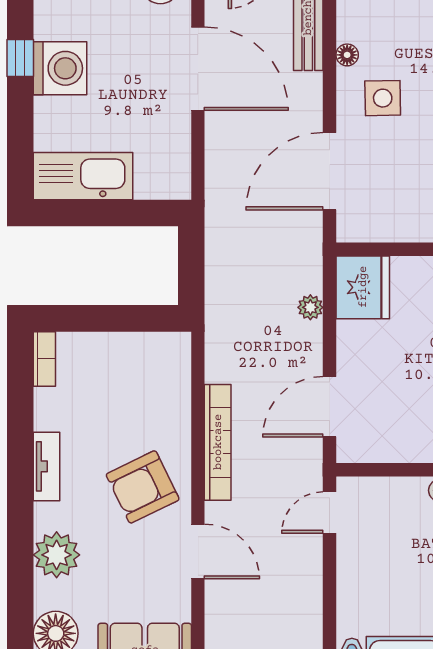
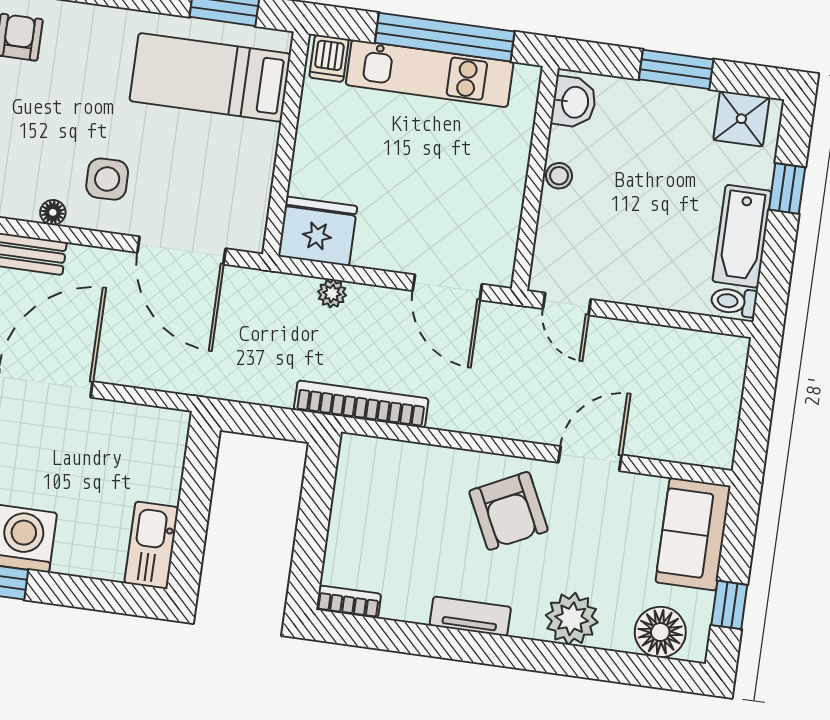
kitchen sink: (83, 176) -> (151, 545), width x0.73, depth x0.81
bookcase: (218, 442) -> (361, 404), moved

